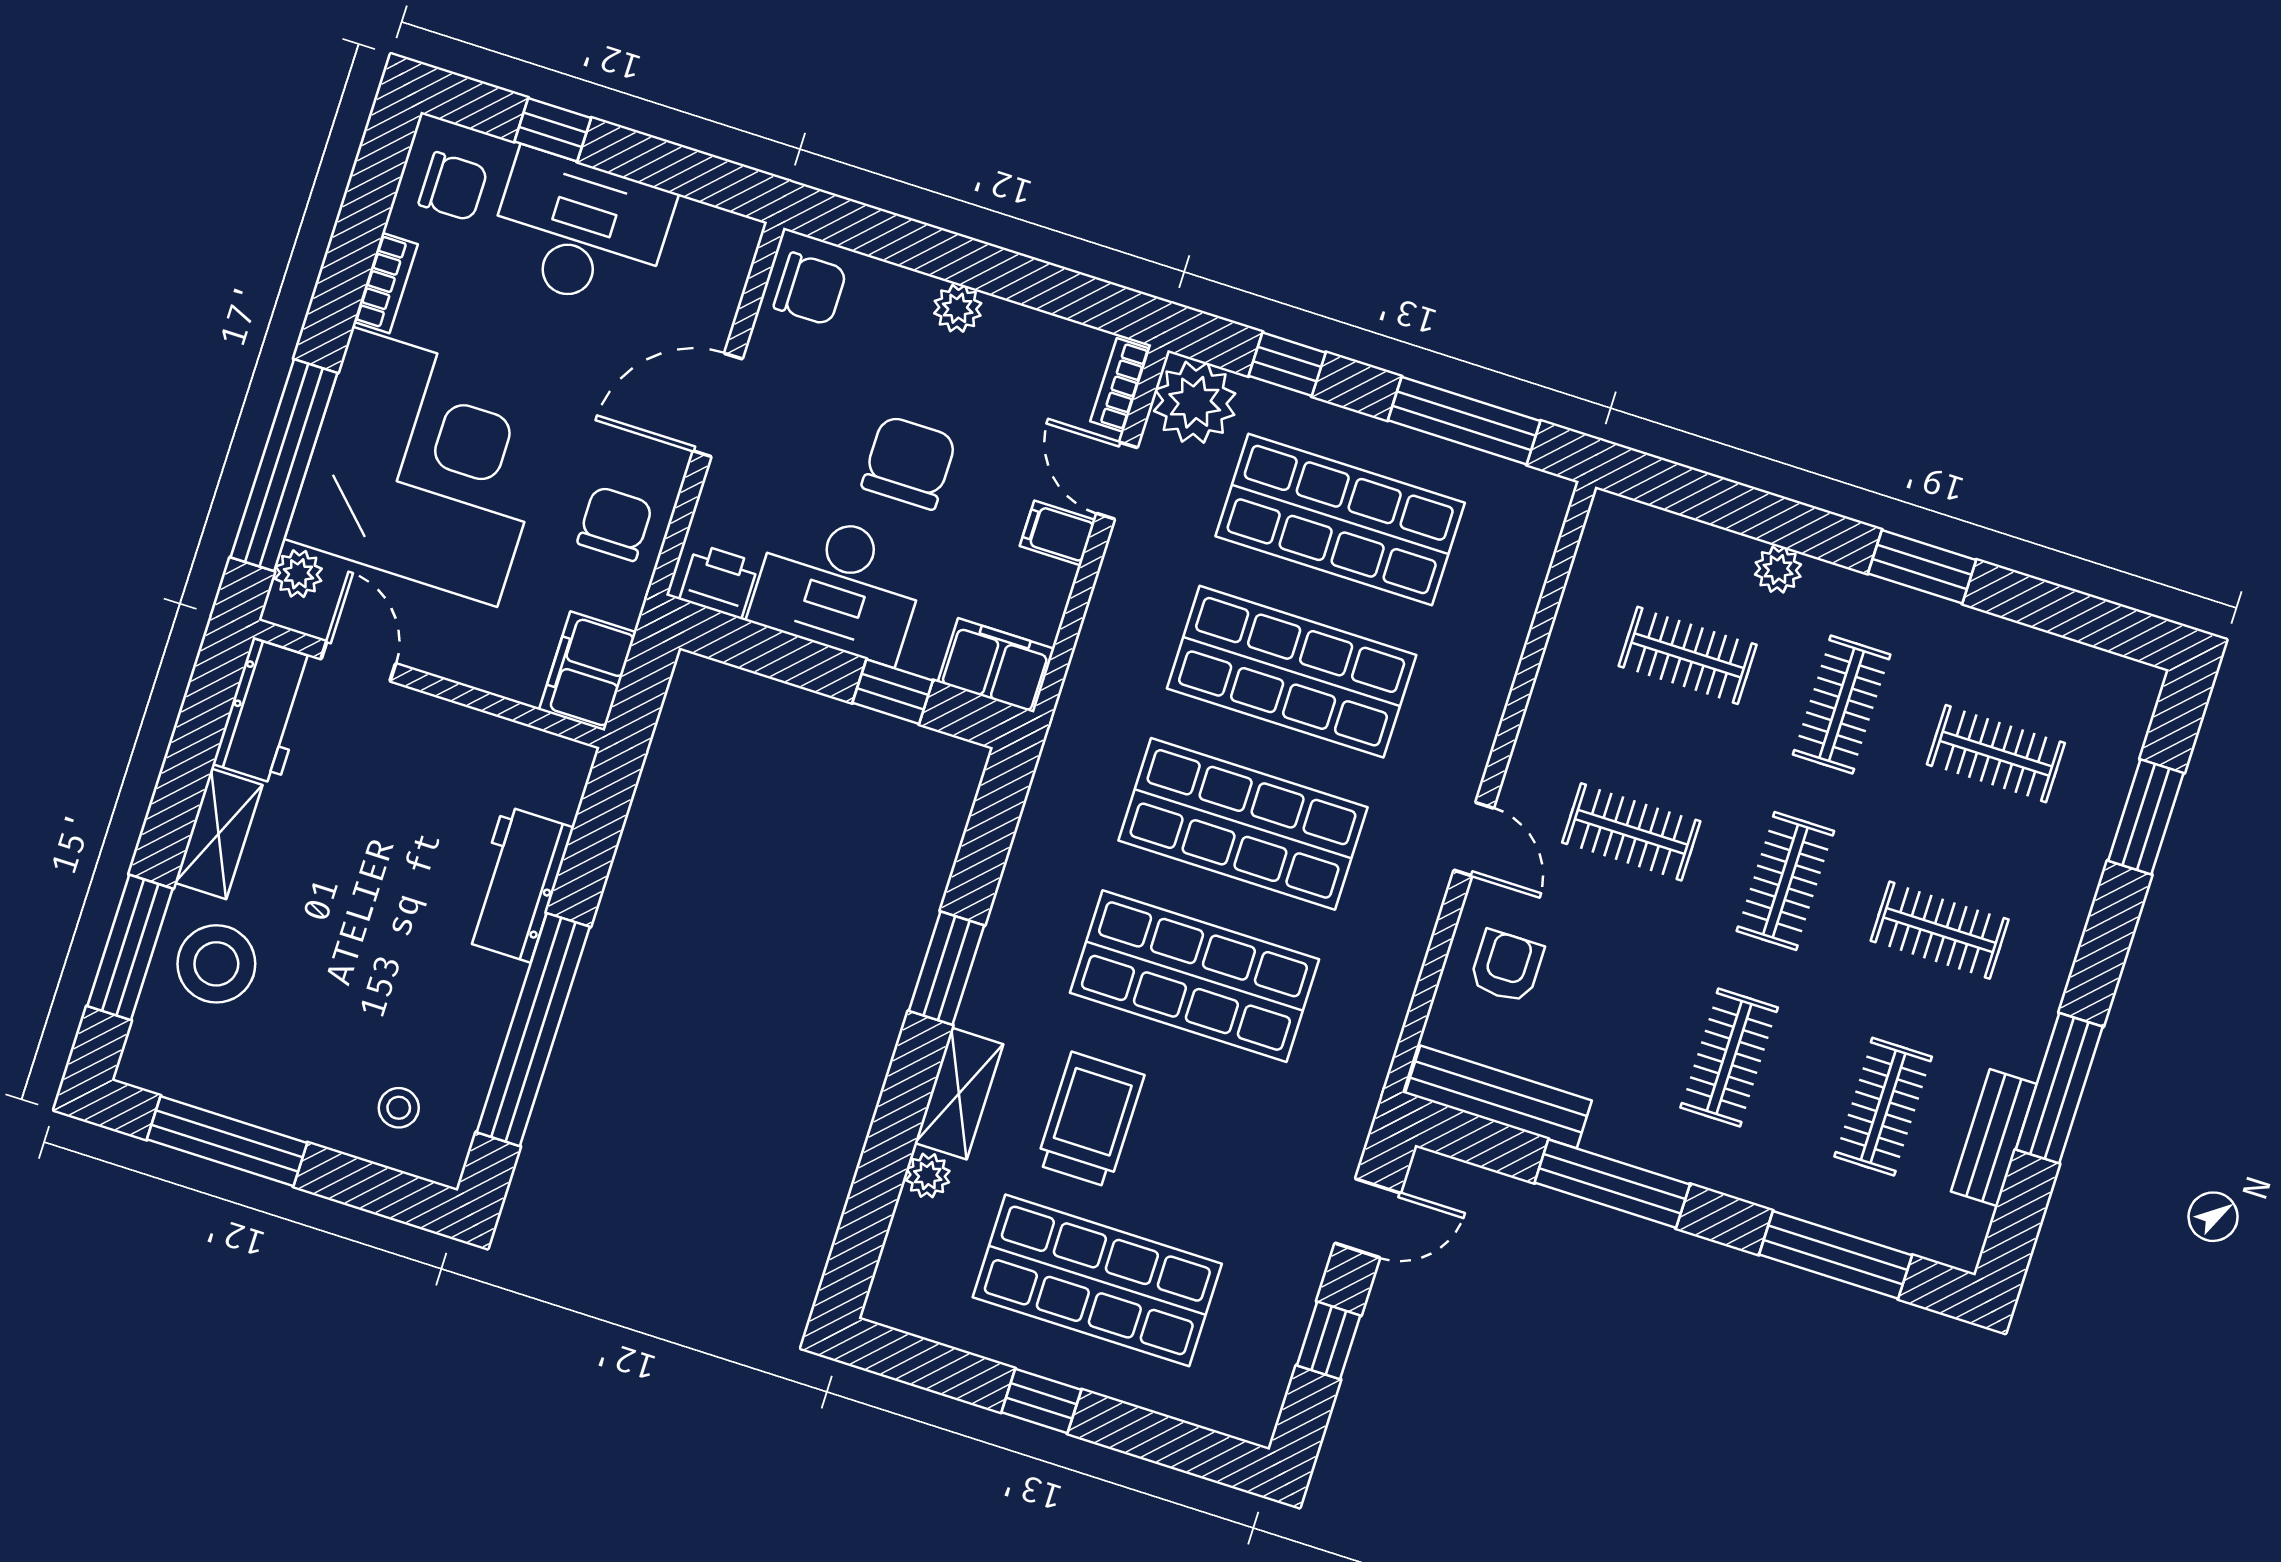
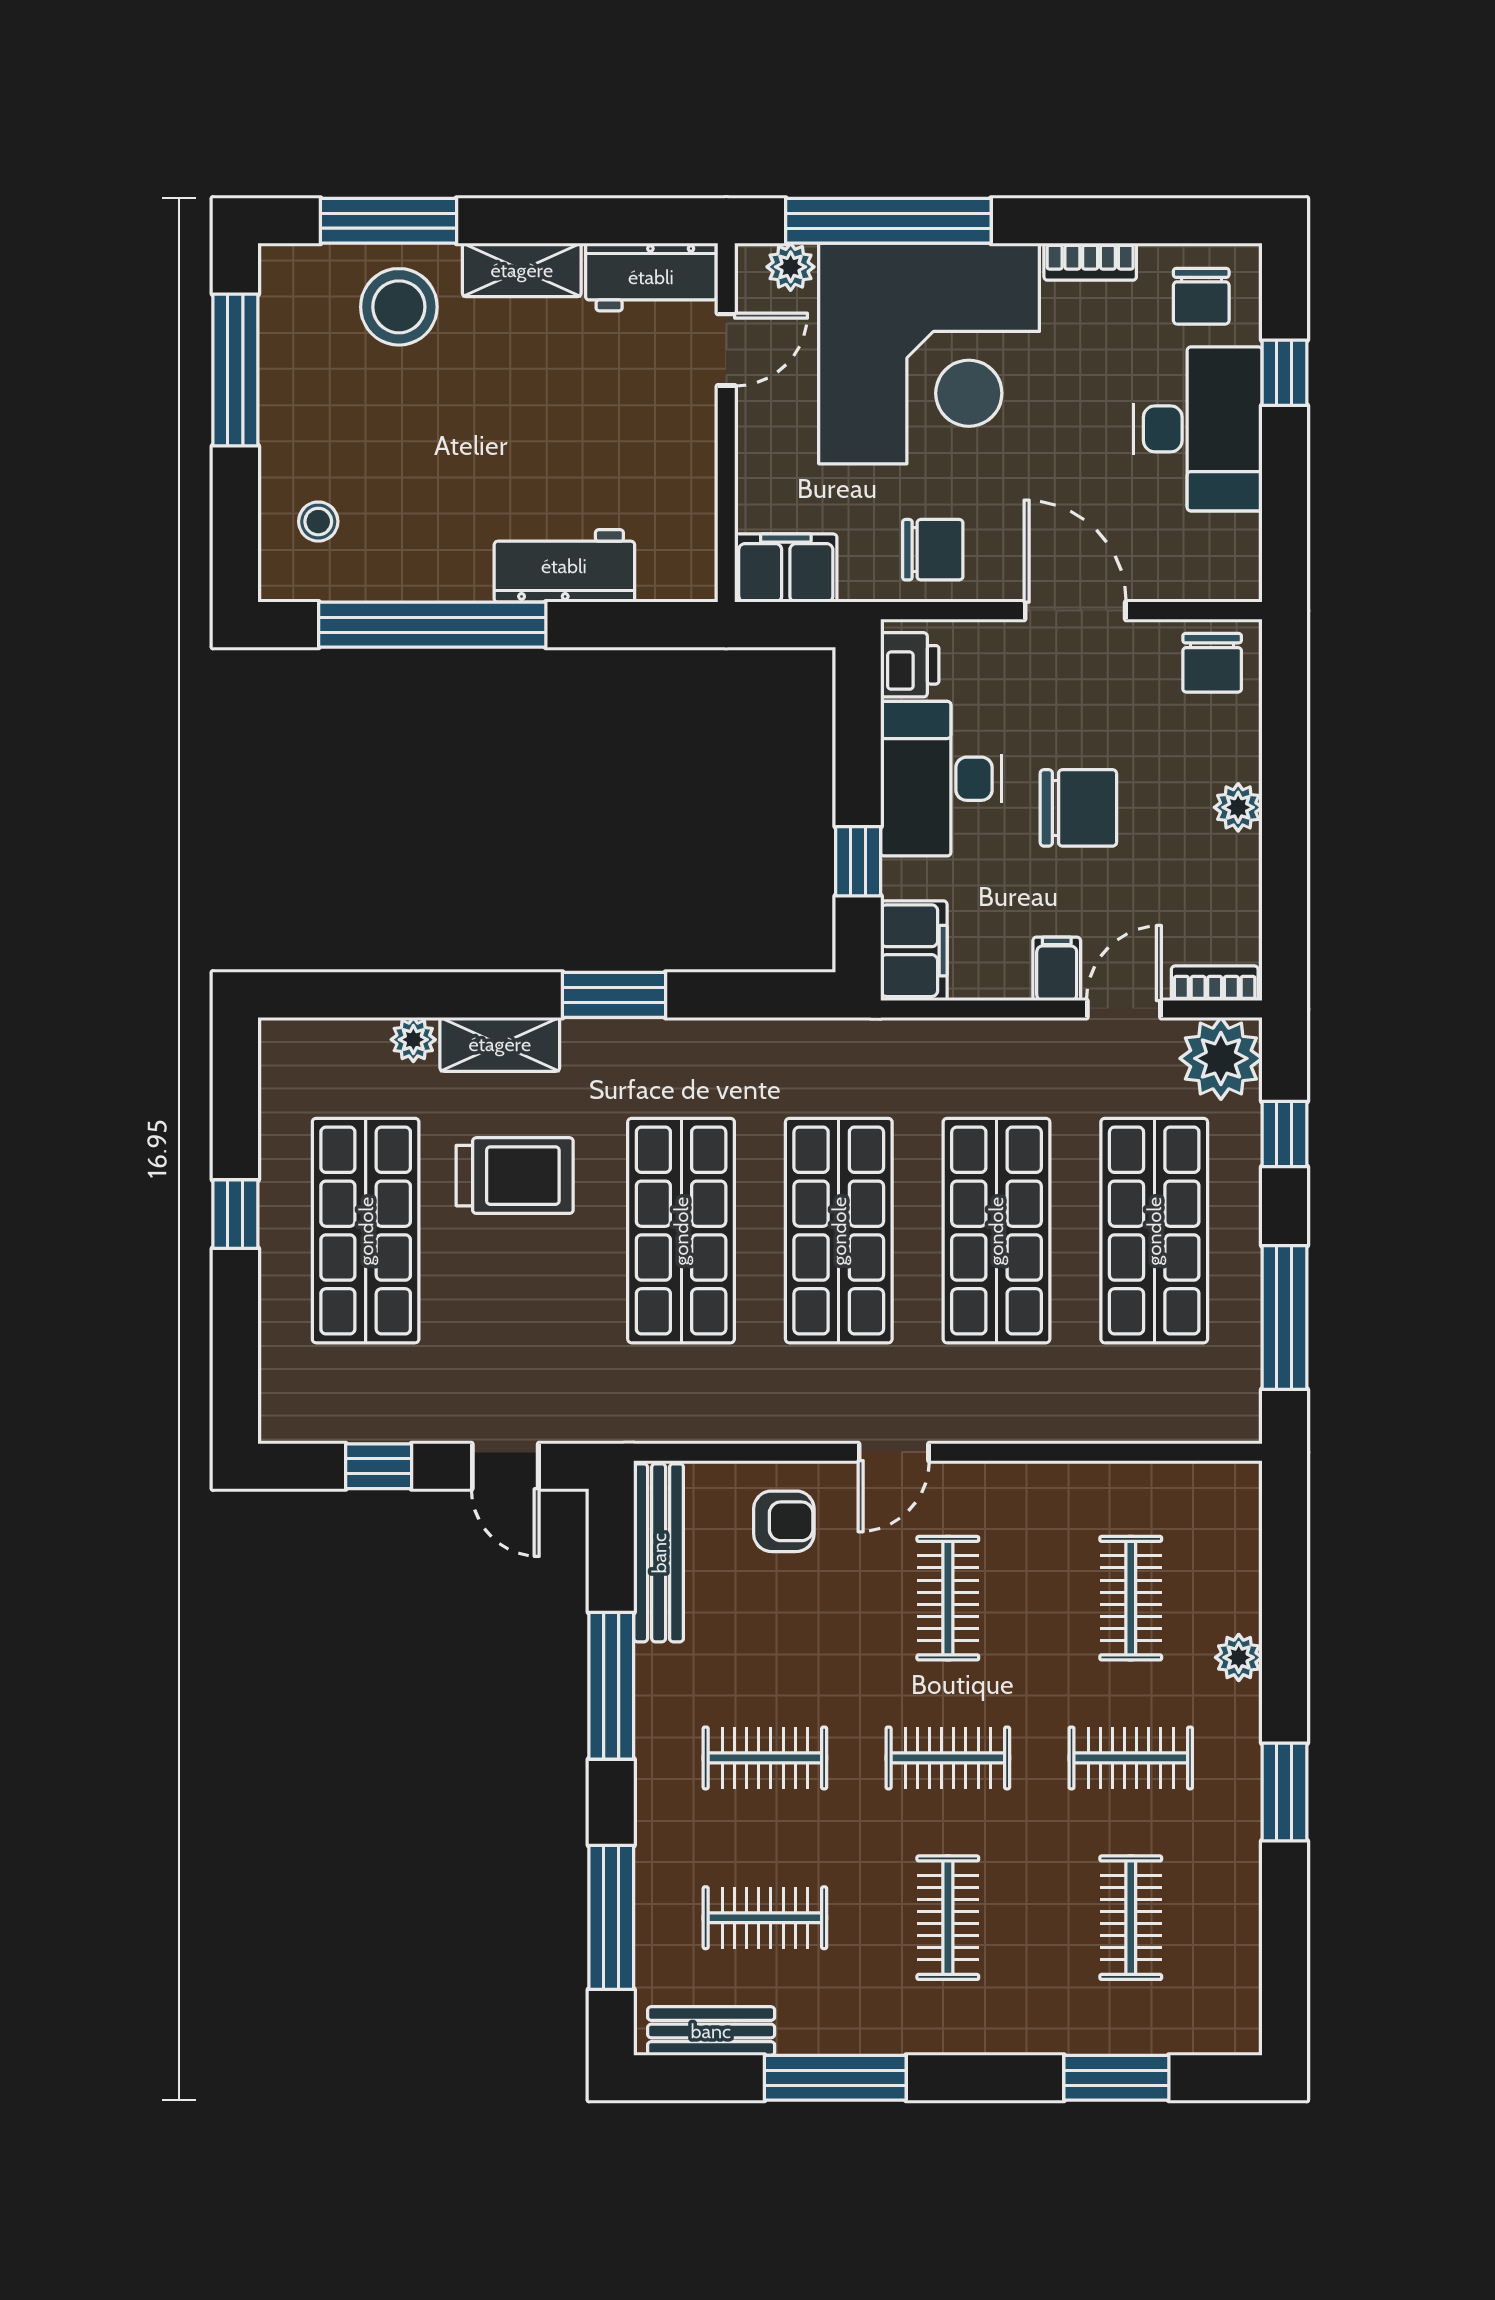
bench: (1994, 1138) -> (711, 2031), moved

